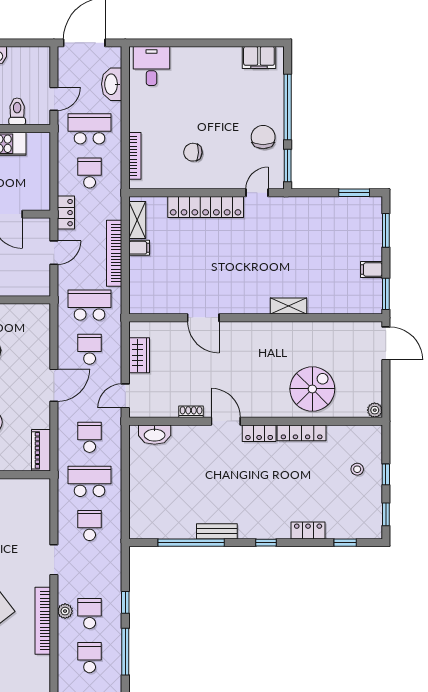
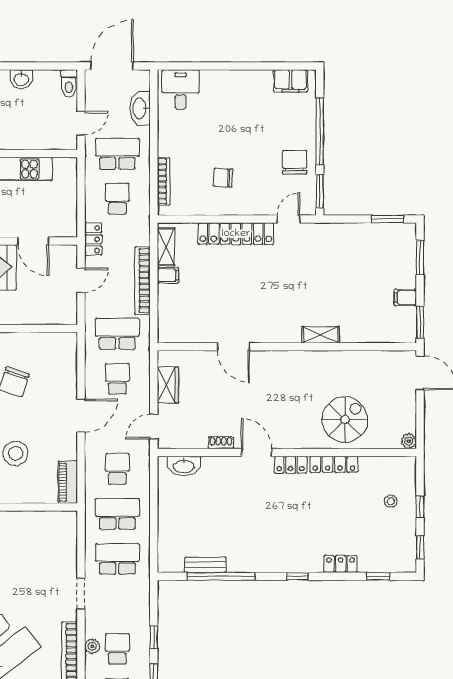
toilet: (17, 111) -> (69, 83), moved, turned 180
school desk: (90, 525) -> (117, 559), width x1.85
bench: (217, 531) -> (205, 565), moved

